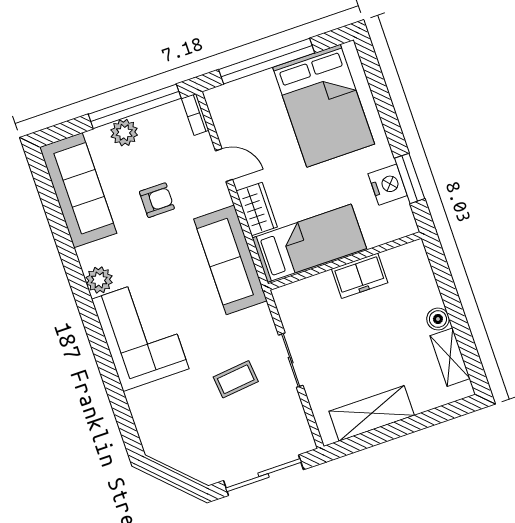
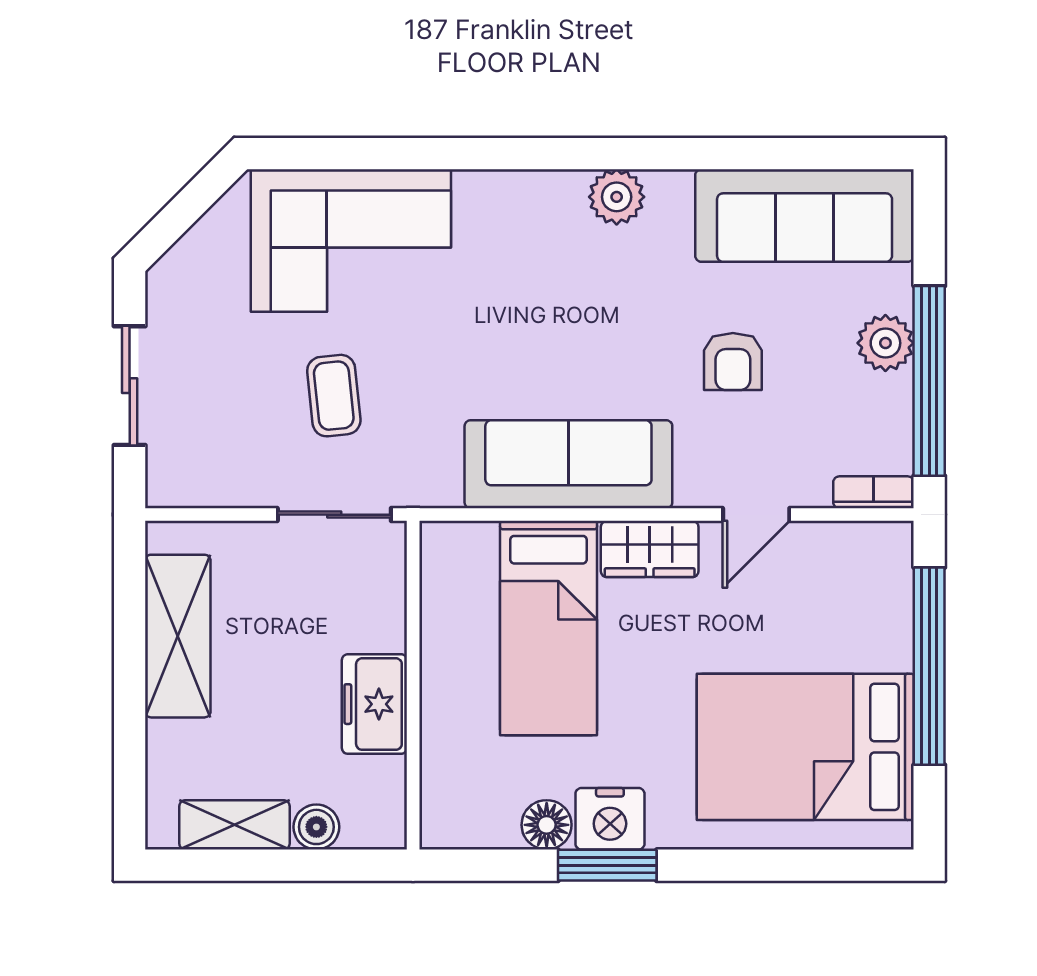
floor lamp: (401, 213) -> (547, 825), added
wall: (345, 261) -> (413, 685), moved
freezer: (360, 276) -> (374, 704), moved
corner sofa: (140, 334) -> (351, 240), moved
sliding door: (264, 475) -> (130, 386), width x0.73

